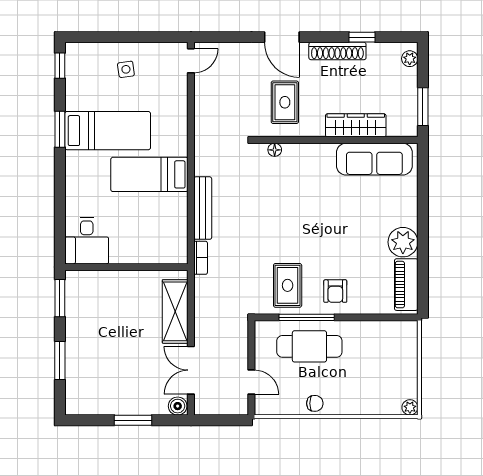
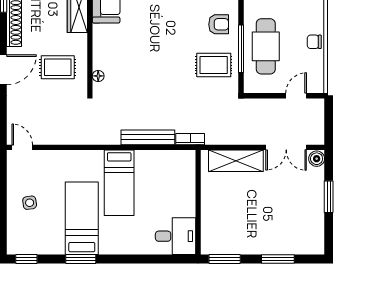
chair: (315, 403) -> (314, 42), turned -90

